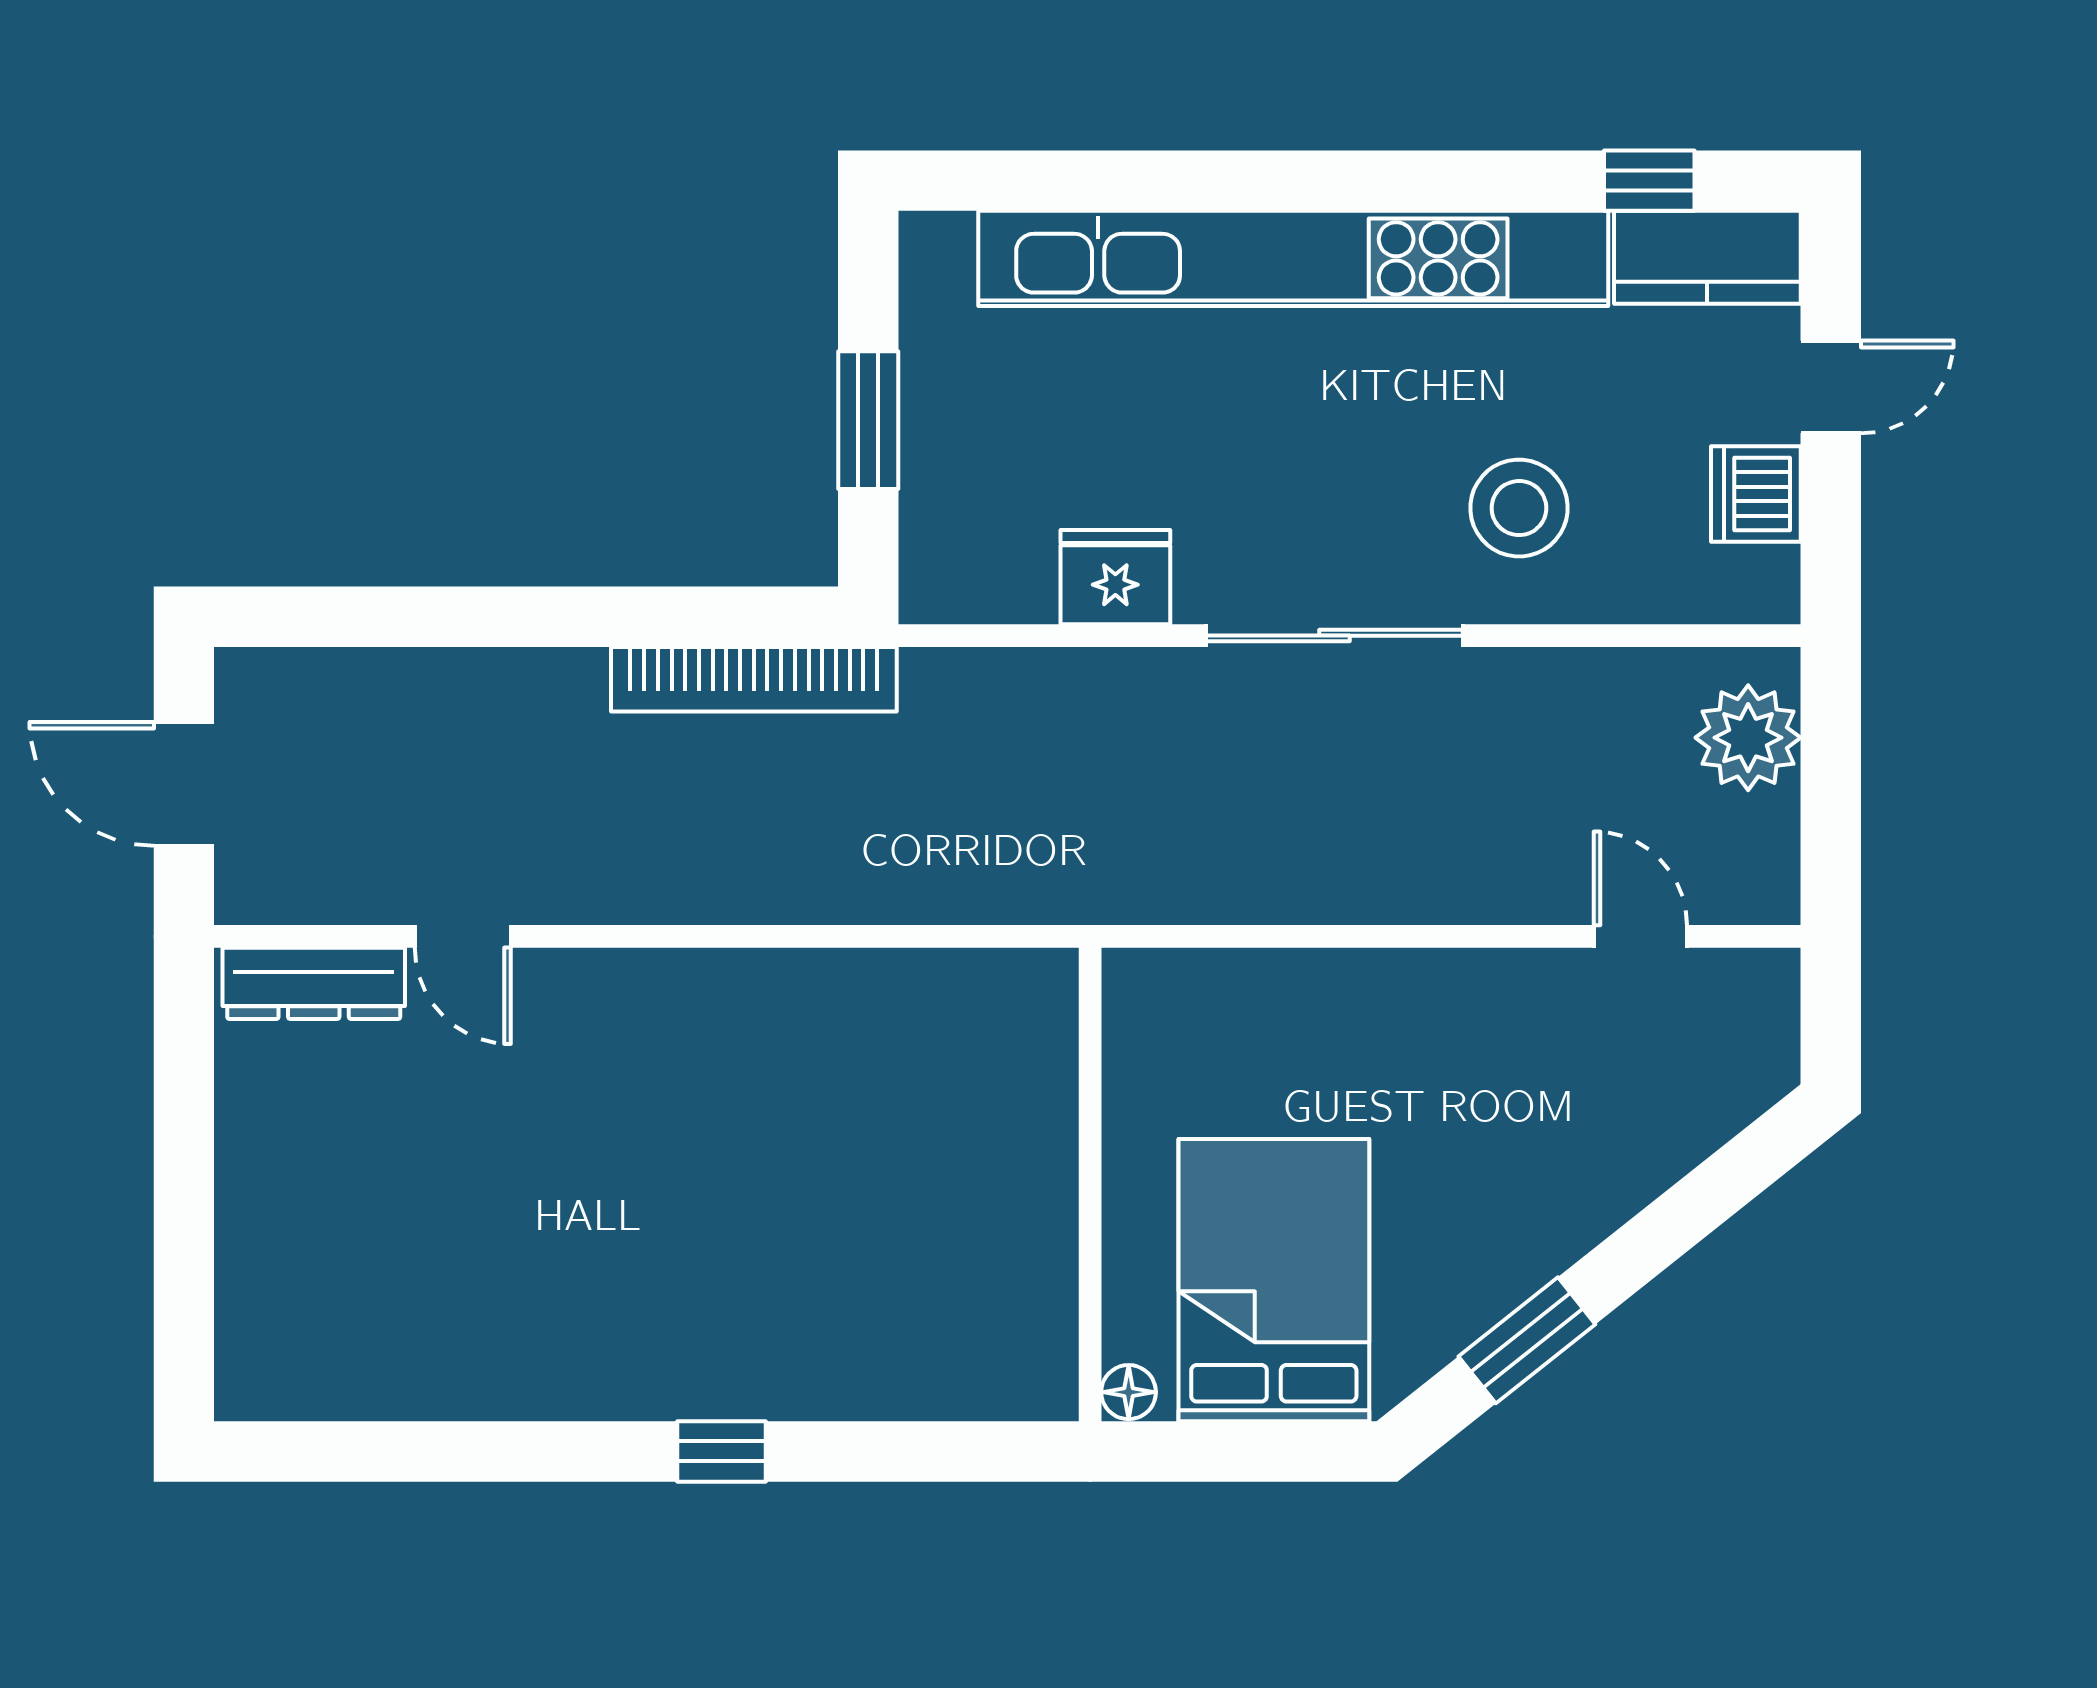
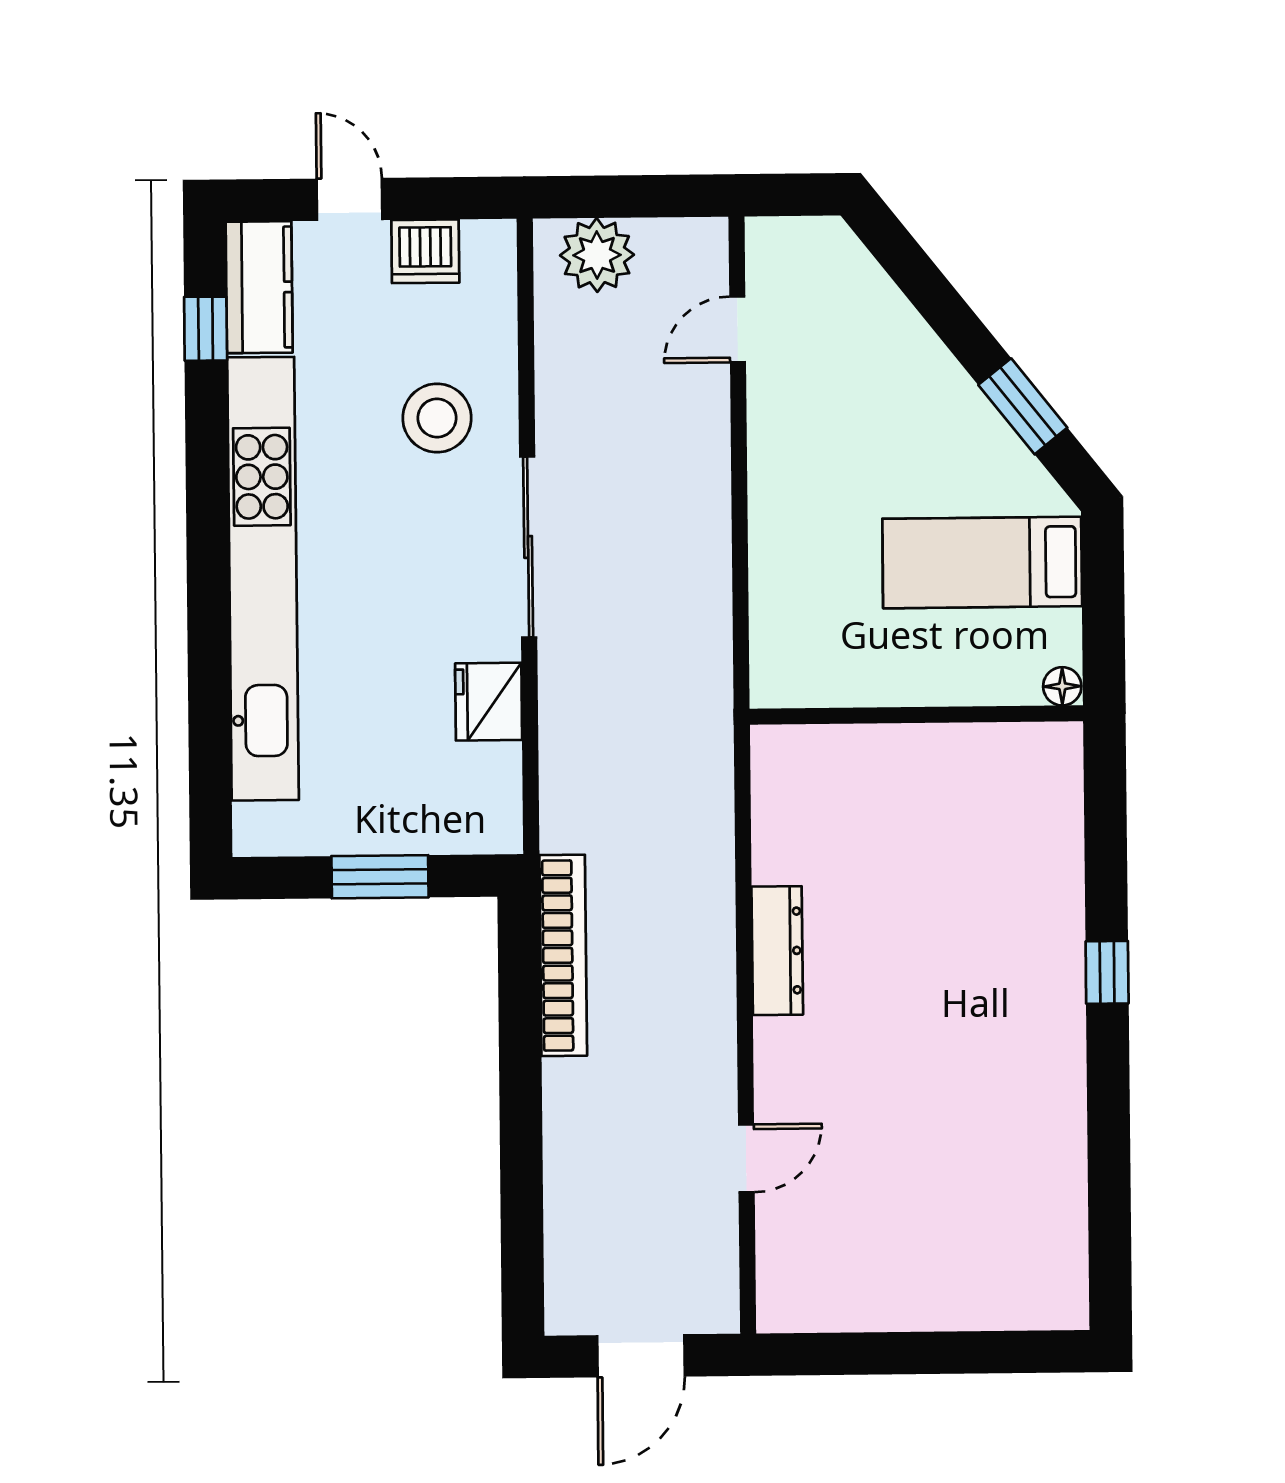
dresser: (314, 983) -> (777, 951), moved
bed: (1274, 1280) -> (982, 563), width x0.67

